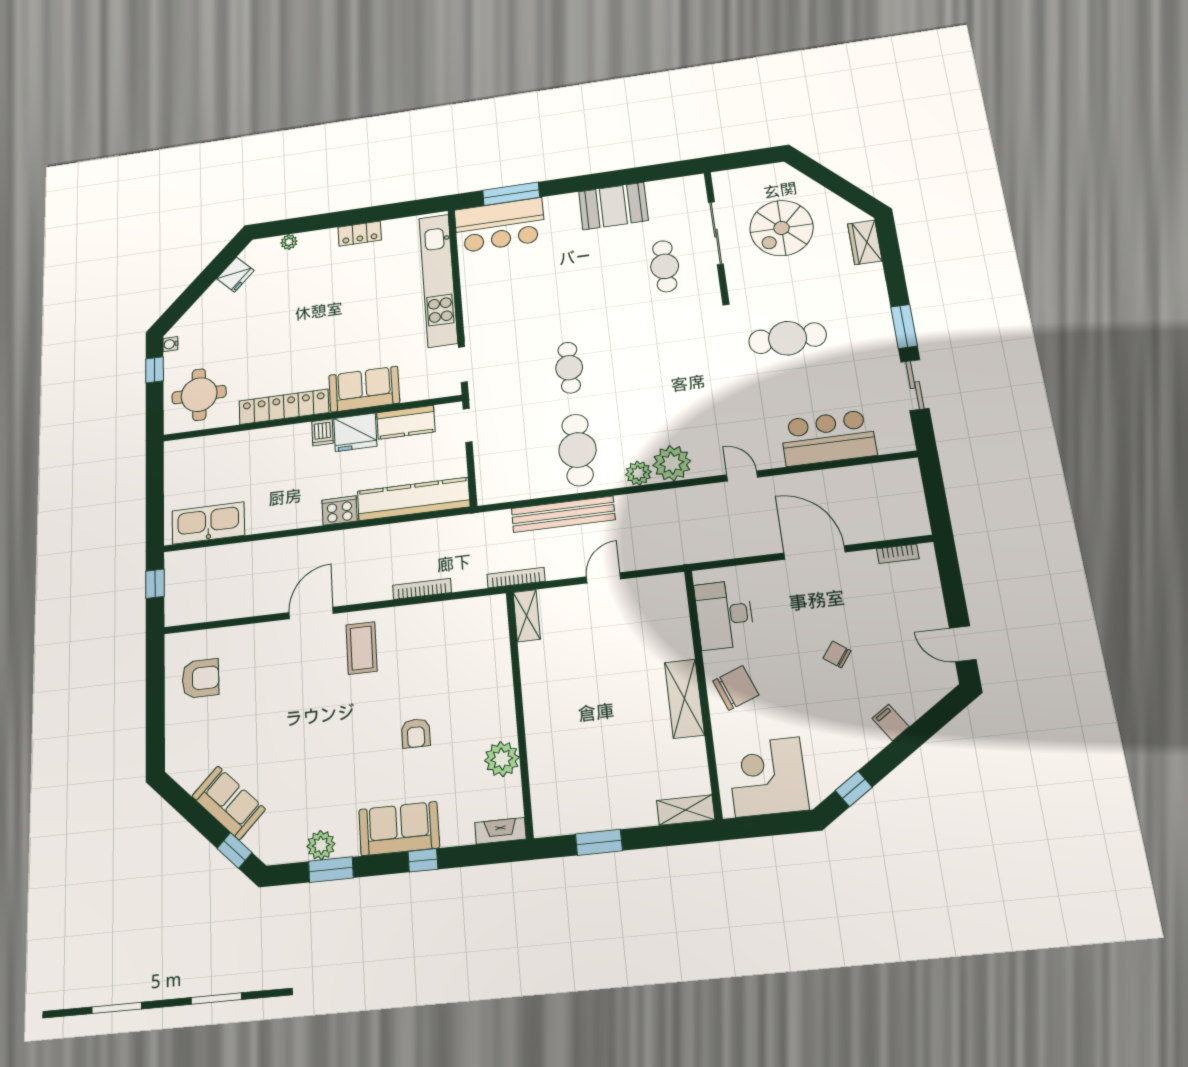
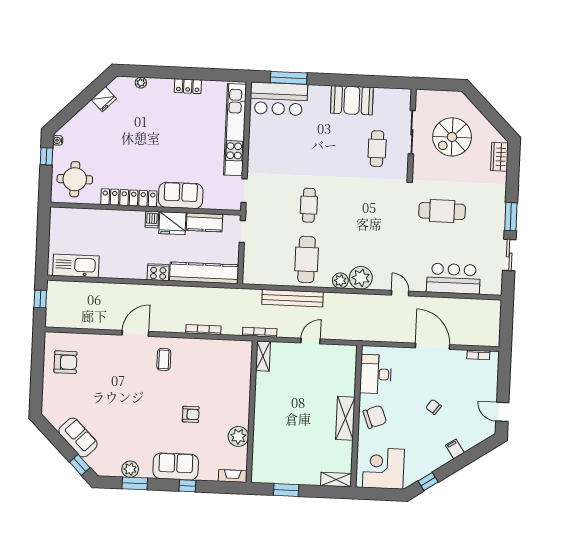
coffee table: (362, 648) -> (164, 359), width x0.73, depth x0.77
armchair: (416, 733) -> (191, 414), turned -90

